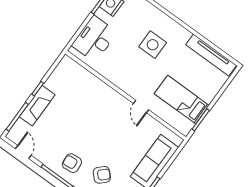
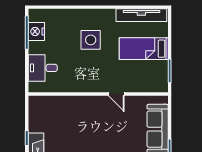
desk: (94, 39) -> (43, 68), width x0.73
bed: (182, 100) -> (144, 49), moved

